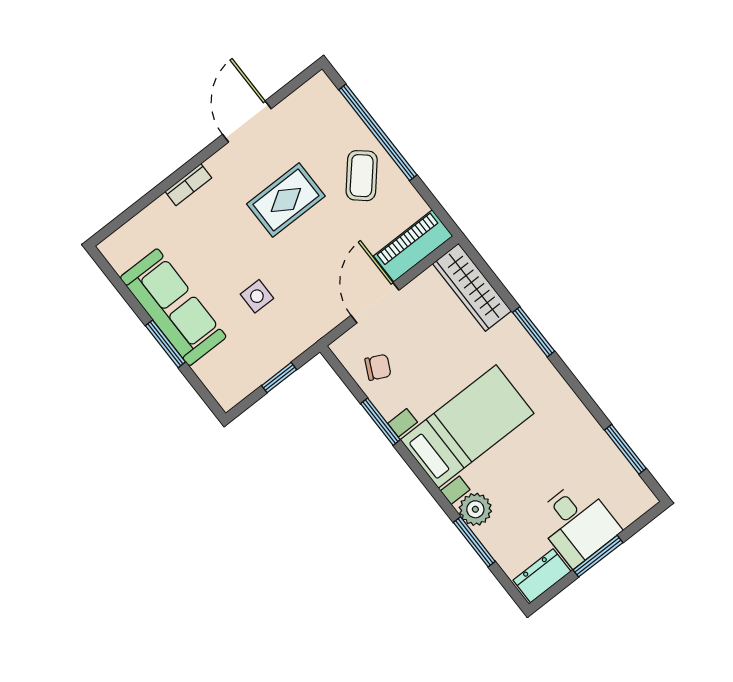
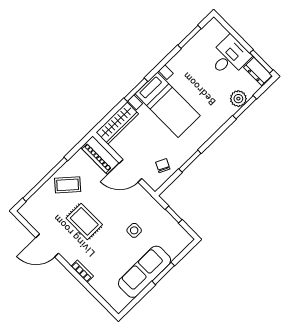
bed with nightstands: (467, 426) -> (168, 105), moved, turned 180
plant: (475, 509) -> (238, 99), moved
window: (598, 556) -> (261, 61), moved

